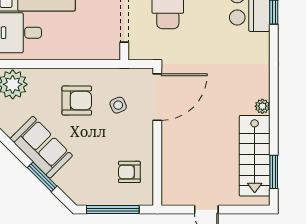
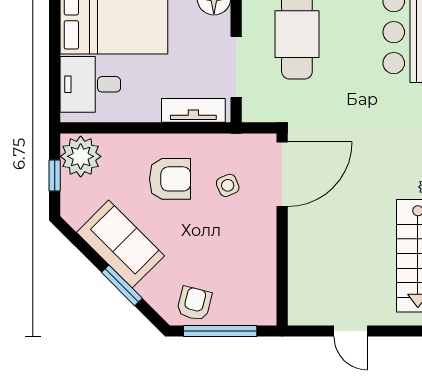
tv unit: (94, 51) -> (193, 110), added
armchair: (129, 172) -> (194, 304), moved, turned 104

